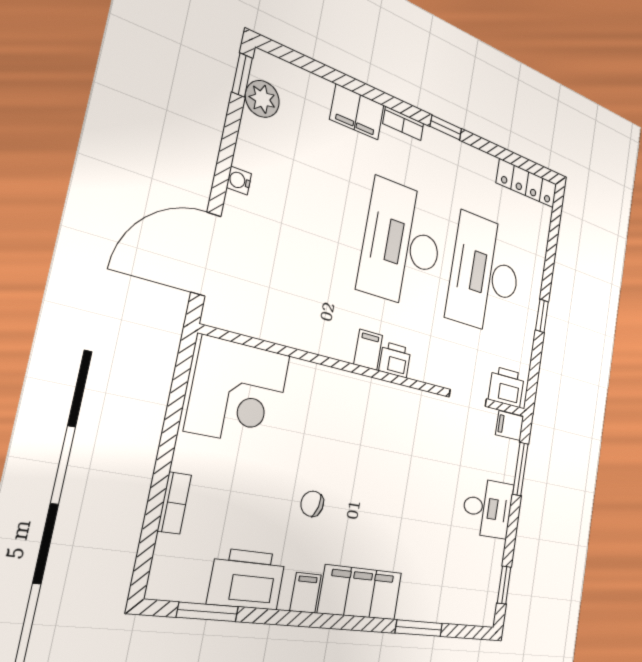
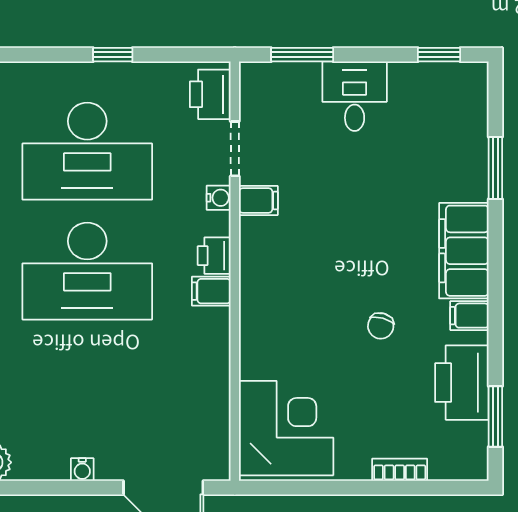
water cooler: (436, 375) -> (219, 198), added
filing cabinet: (510, 426) -> (258, 200), moved, turned -90

